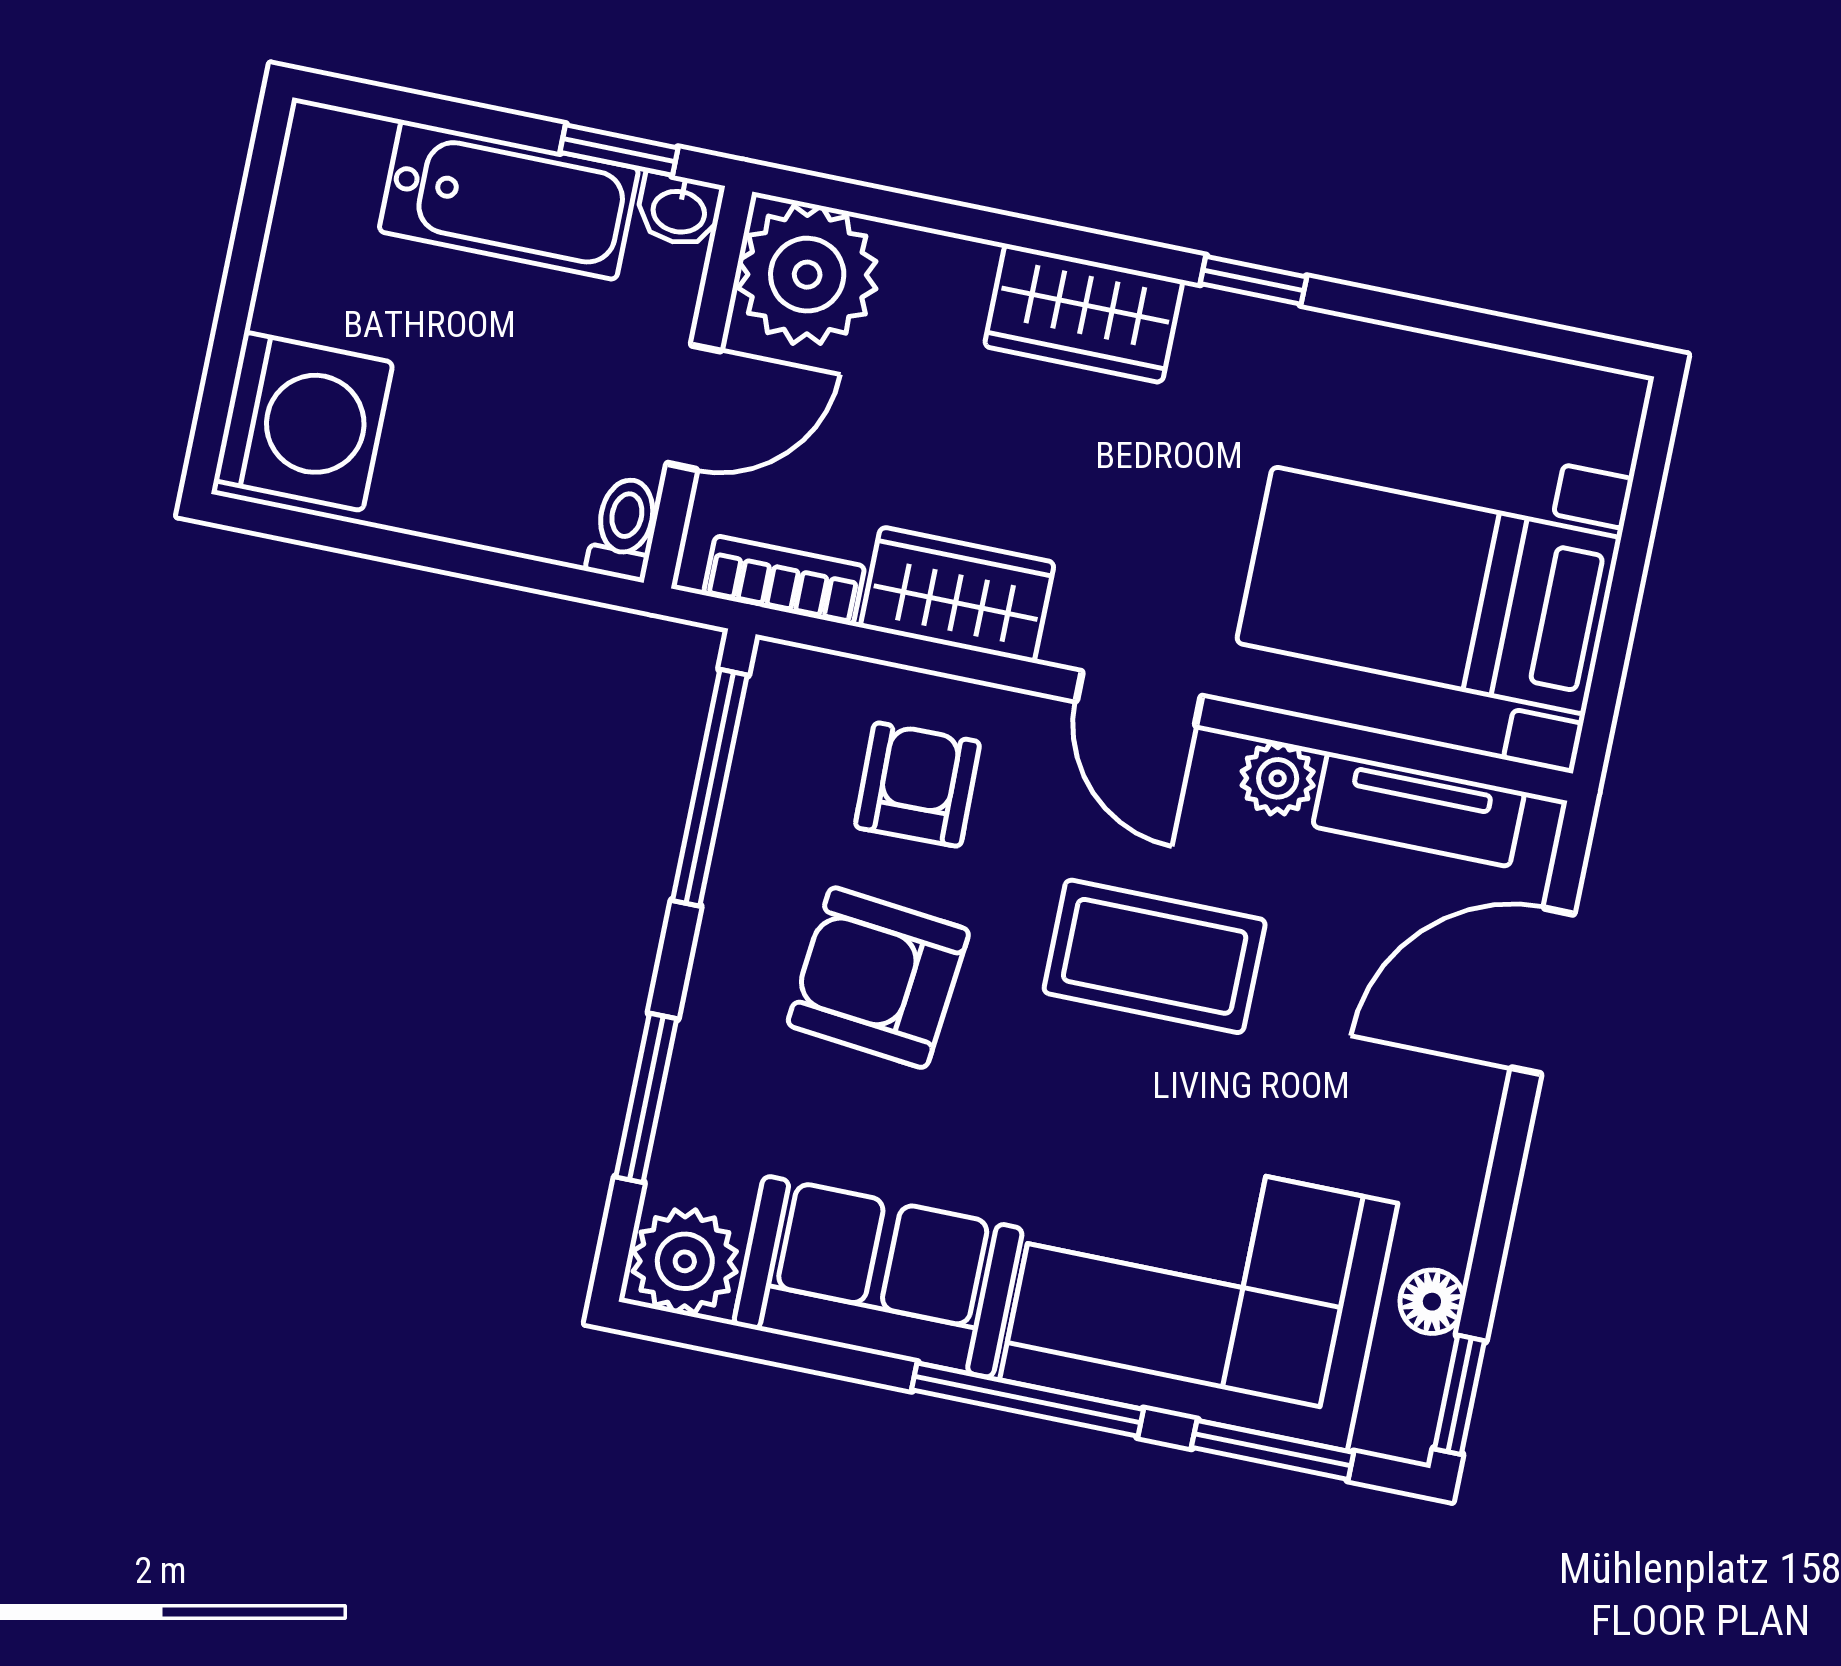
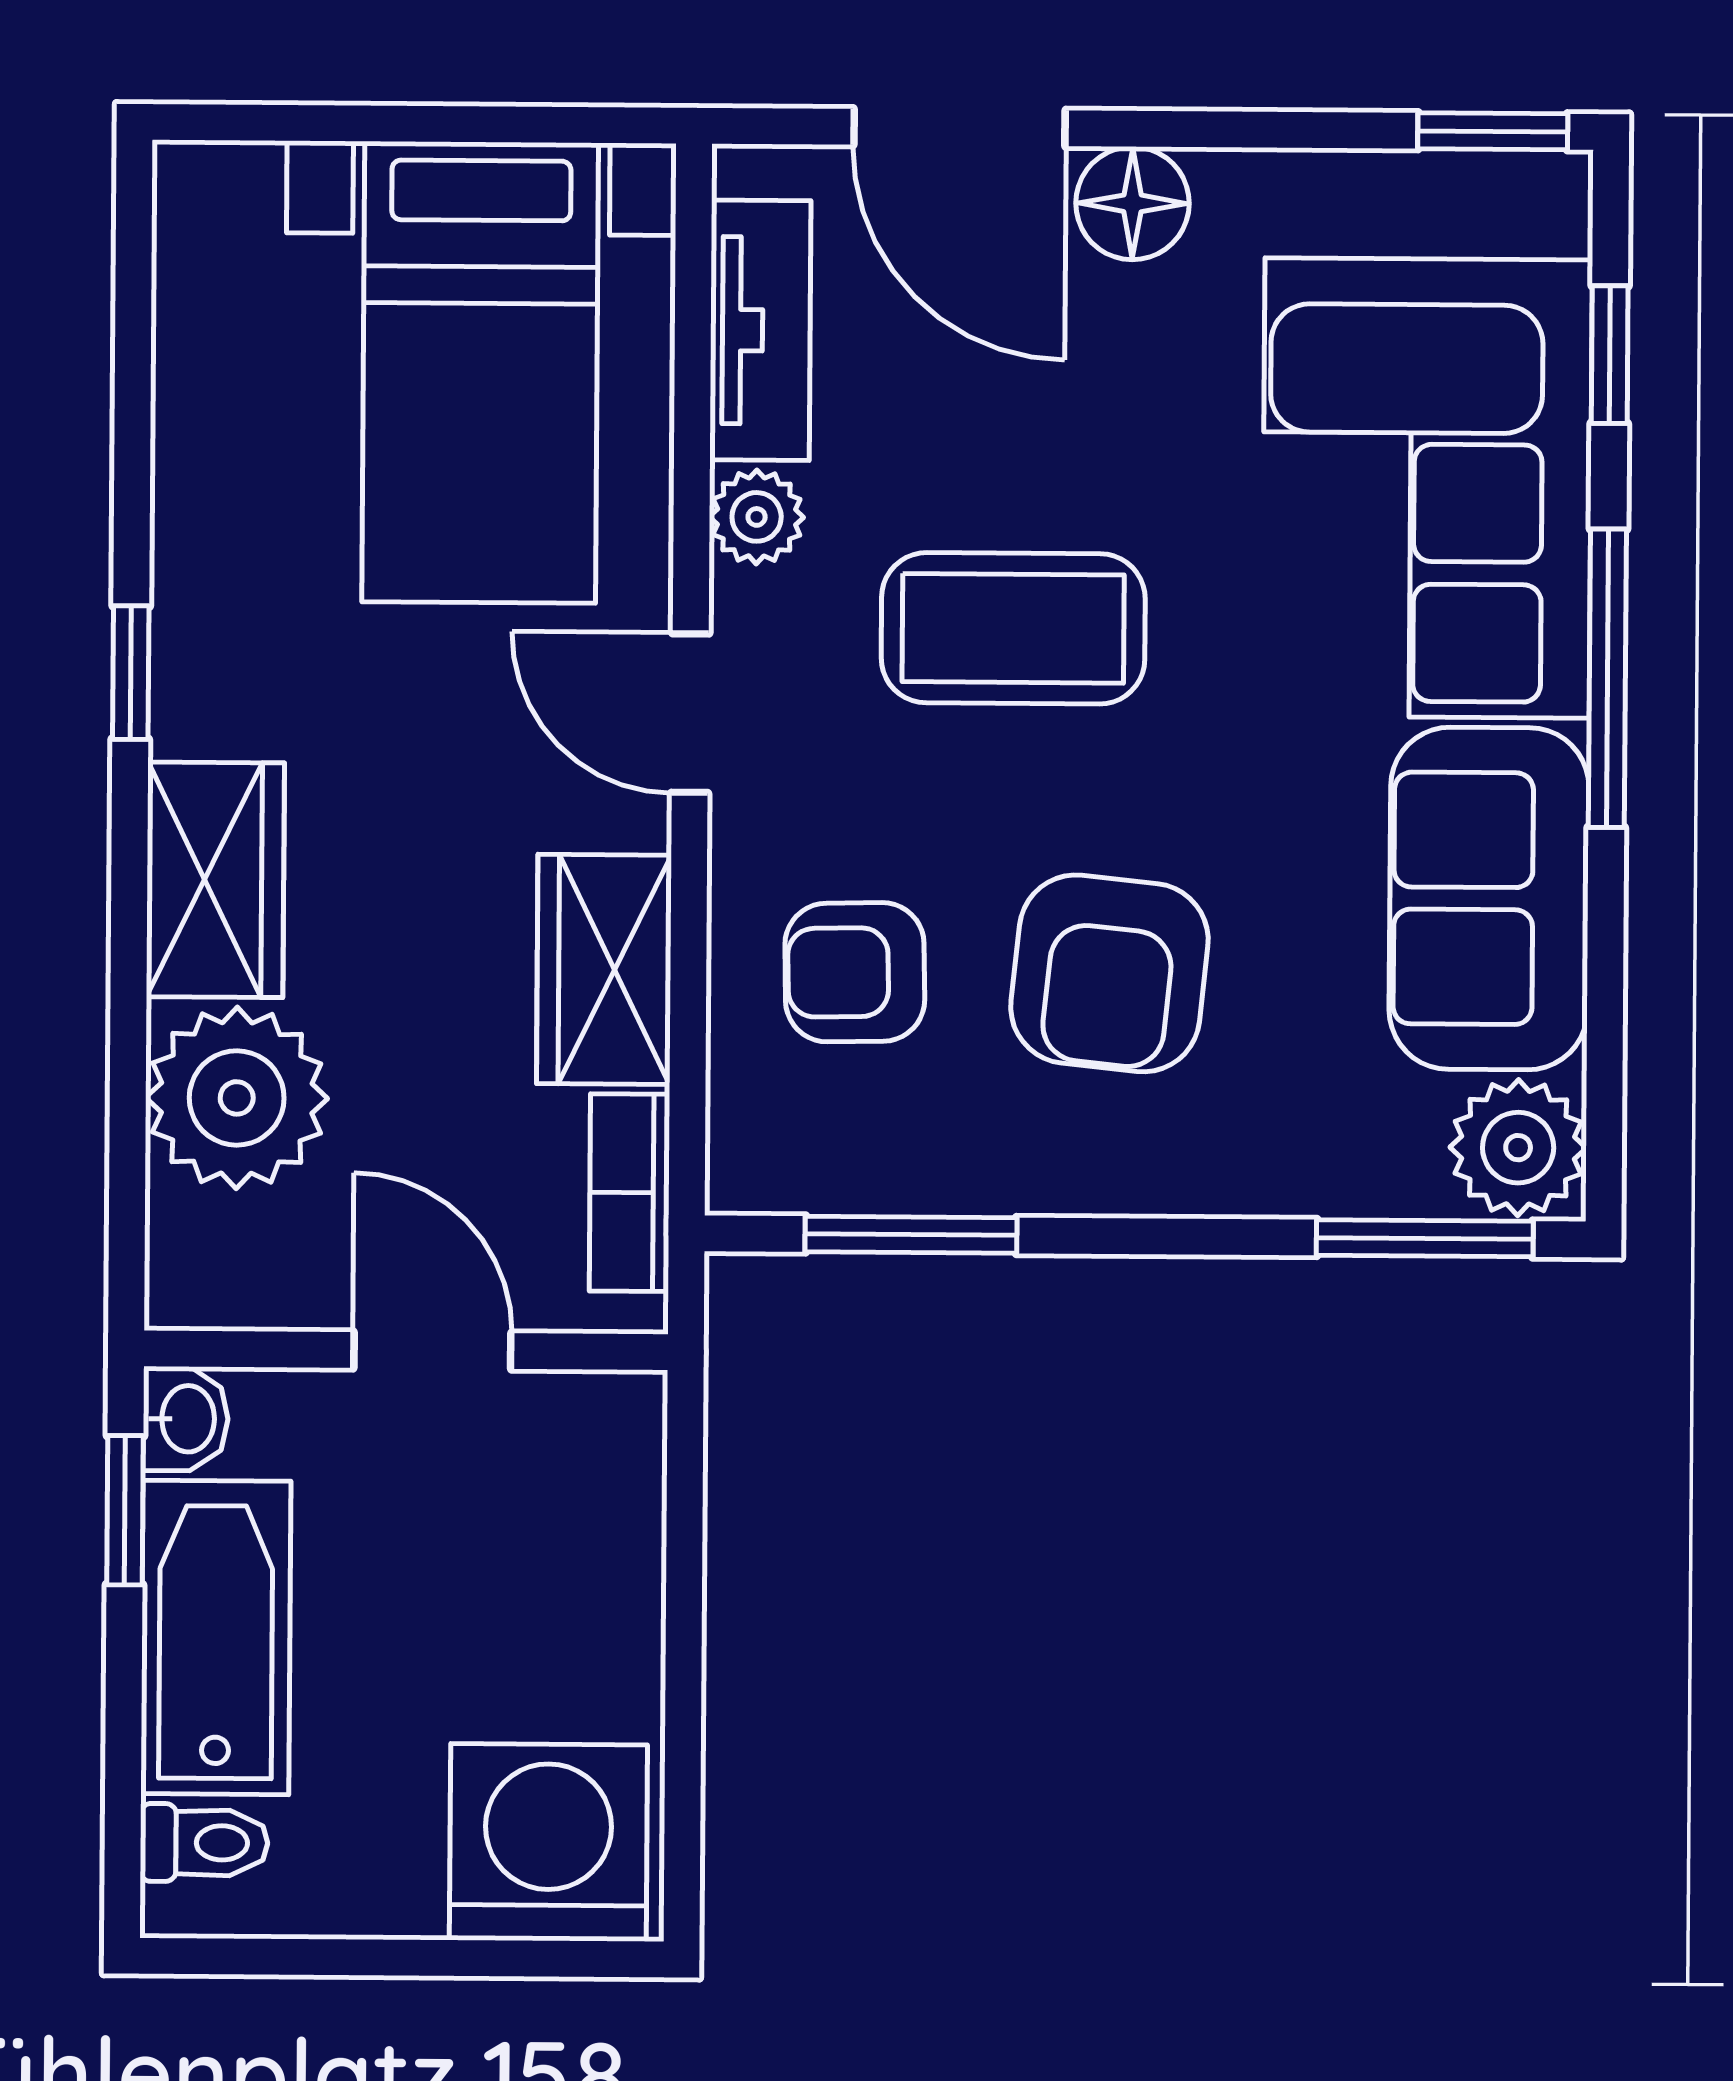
plant: (807, 275) -> (237, 1098), moved
toilet: (624, 529) -> (204, 1843), moved, turned 180
door: (1139, 699) -> (690, 713), swing flipped
window: (710, 788) -> (911, 1235), width x0.69
coffee table: (1155, 956) -> (1013, 628), turned 90
window: (646, 1098) -> (1425, 1238), moved
floor lamp: (1432, 1302) -> (1132, 203), moved, width x1.37, depth x1.37
window: (1273, 1450) -> (1610, 355), width x0.67

